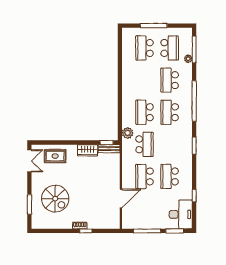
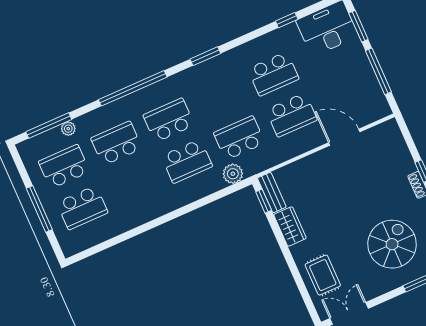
school desk: (170, 80) -> (116, 143), turned 180
school desk: (170, 112) -> (169, 120), turned 180

